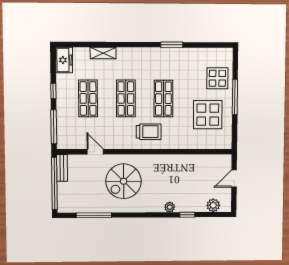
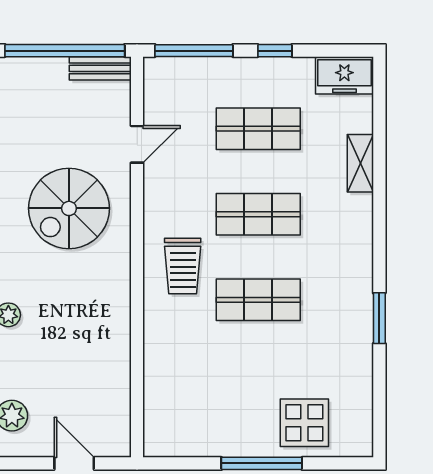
display table: (208, 115) -> (222, 401), removed
spiral stairs: (124, 181) -> (69, 208), turned -90

